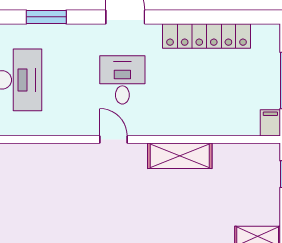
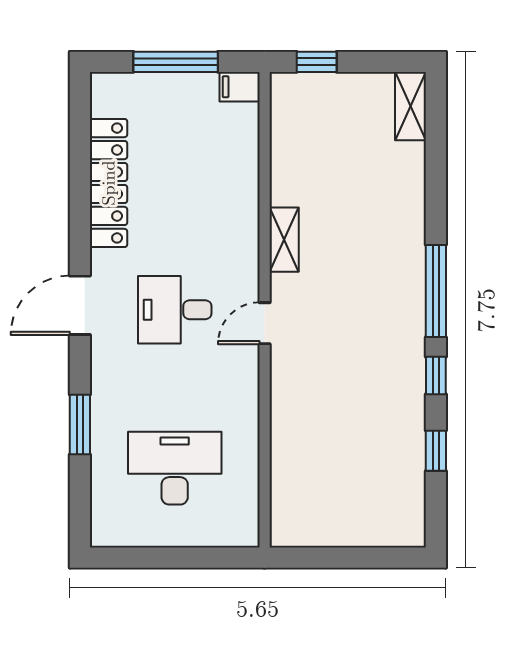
shelving: (180, 156) -> (284, 240), width x0.67, depth x0.75

